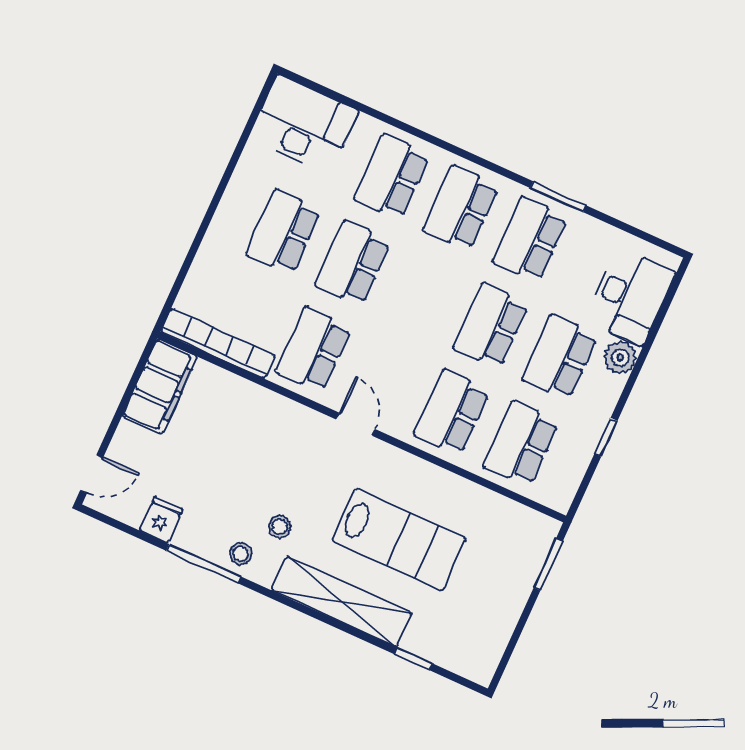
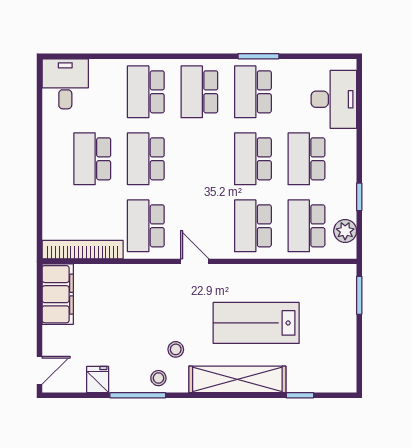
desk: (304, 124) -> (65, 84), width x0.73
plant: (620, 358) -> (345, 231), moved
lab bench: (399, 540) -> (256, 323), turned 180

